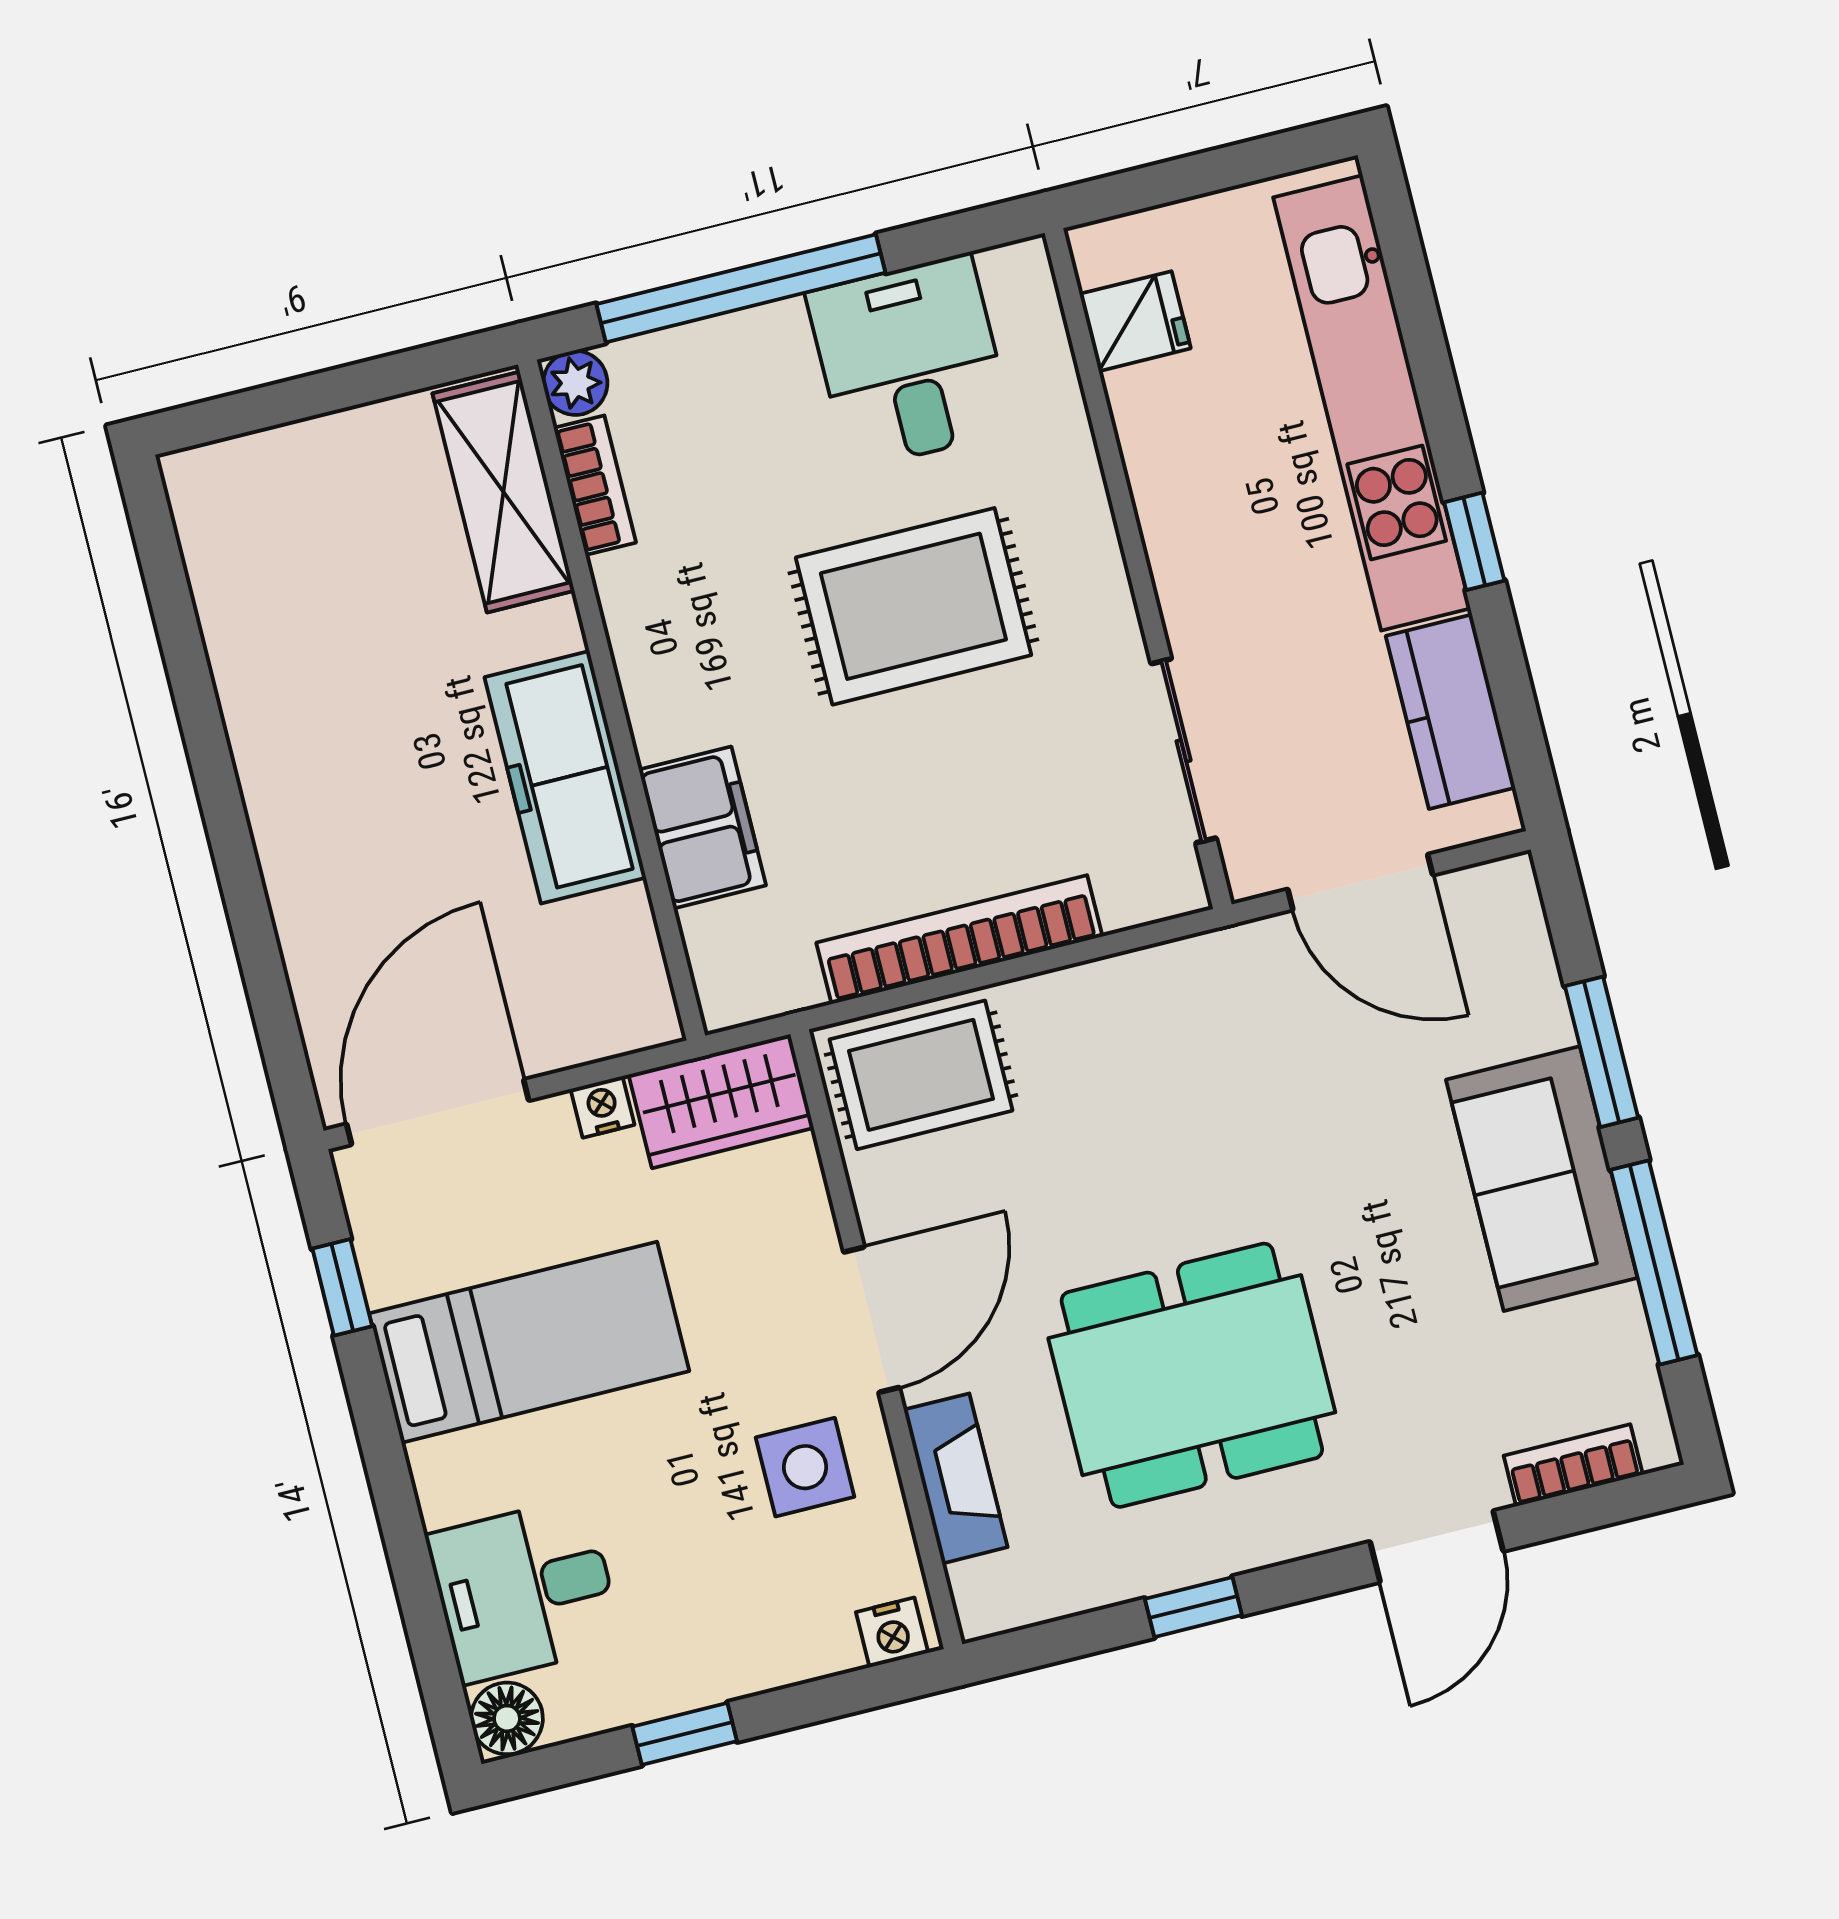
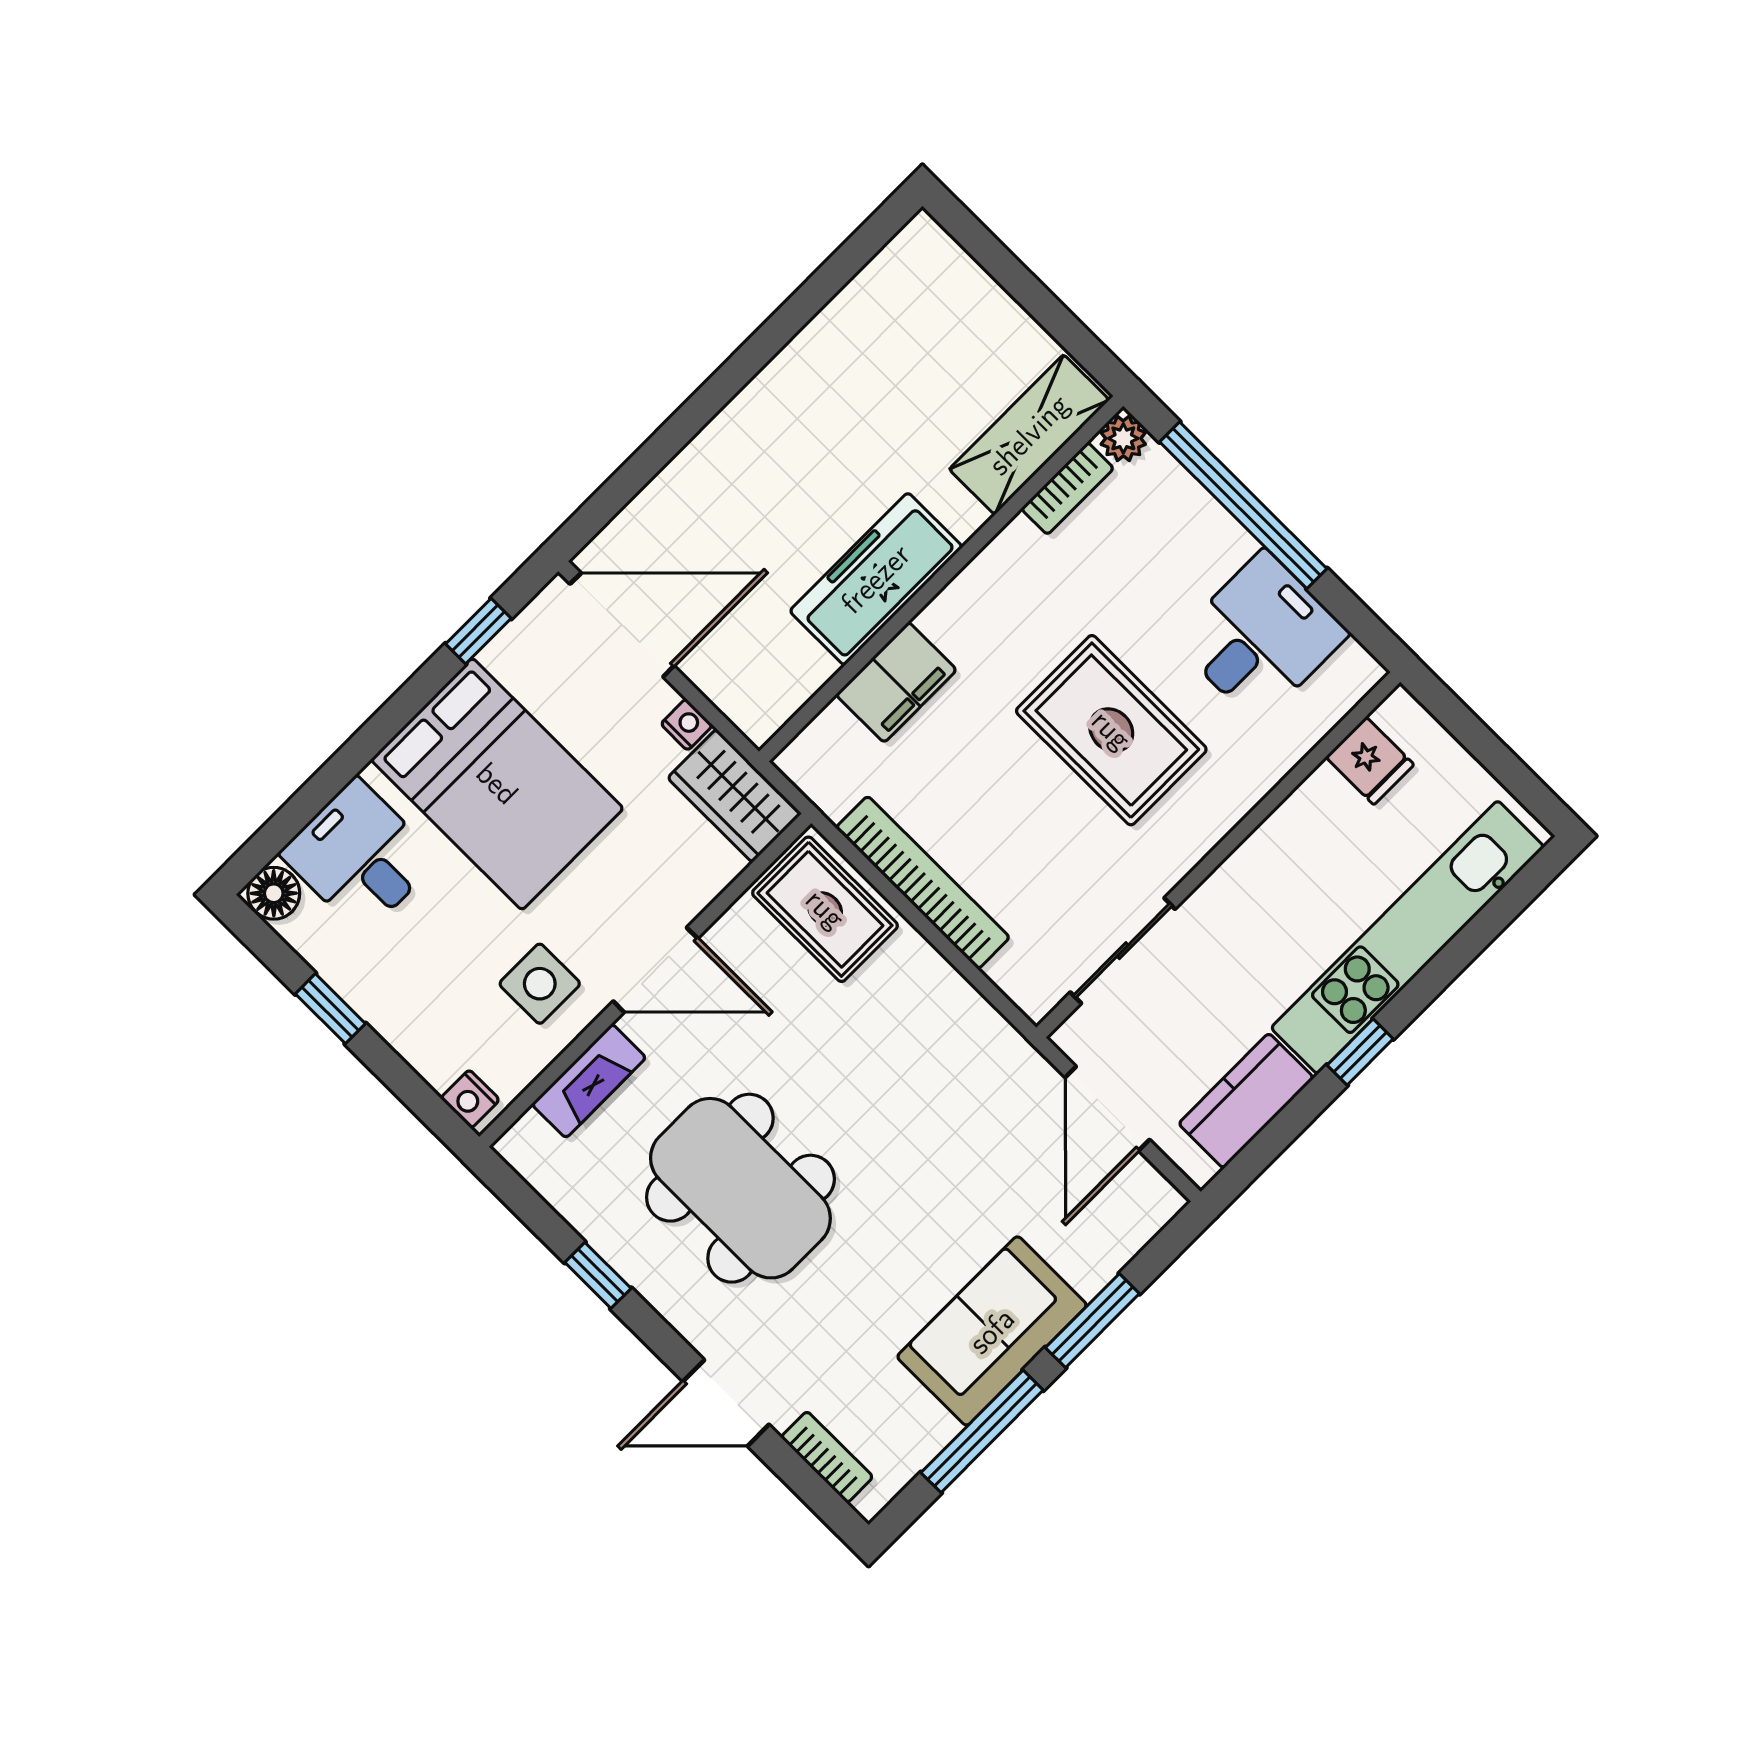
bed: (529, 1342) -> (497, 784), width x1.50

